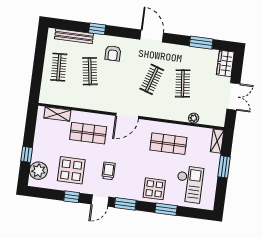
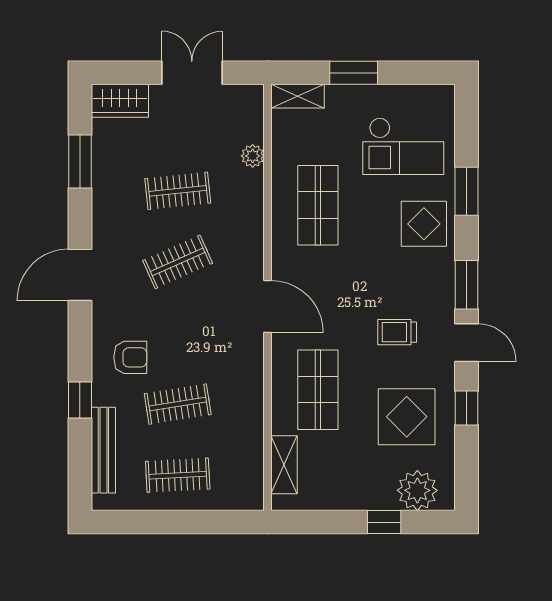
clothes rail: (152, 79) -> (178, 262), turned -42
checkout: (189, 184) -> (403, 146), turned 180

